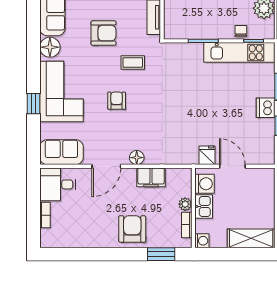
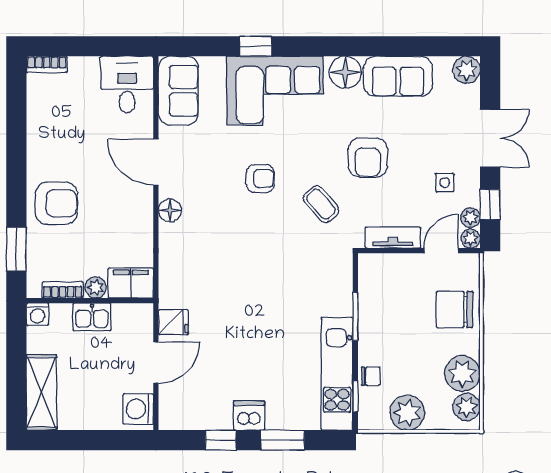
coffee table: (133, 63) -> (321, 204), turned -41
filing cabinet: (151, 177) -> (131, 283), moved, turned 90
washing machine: (204, 184) -> (138, 409), moved, turned 90
bookcase: (45, 215) -> (47, 64), moved

